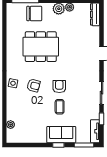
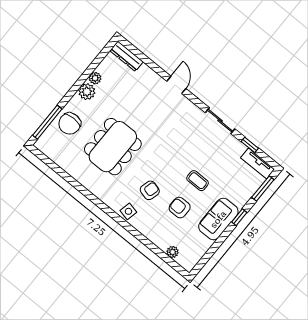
chair: (34, 13) -> (70, 124), turned 180
armchair: (59, 87) -> (180, 208), moved
sofa: (61, 135) -> (218, 219), moved

